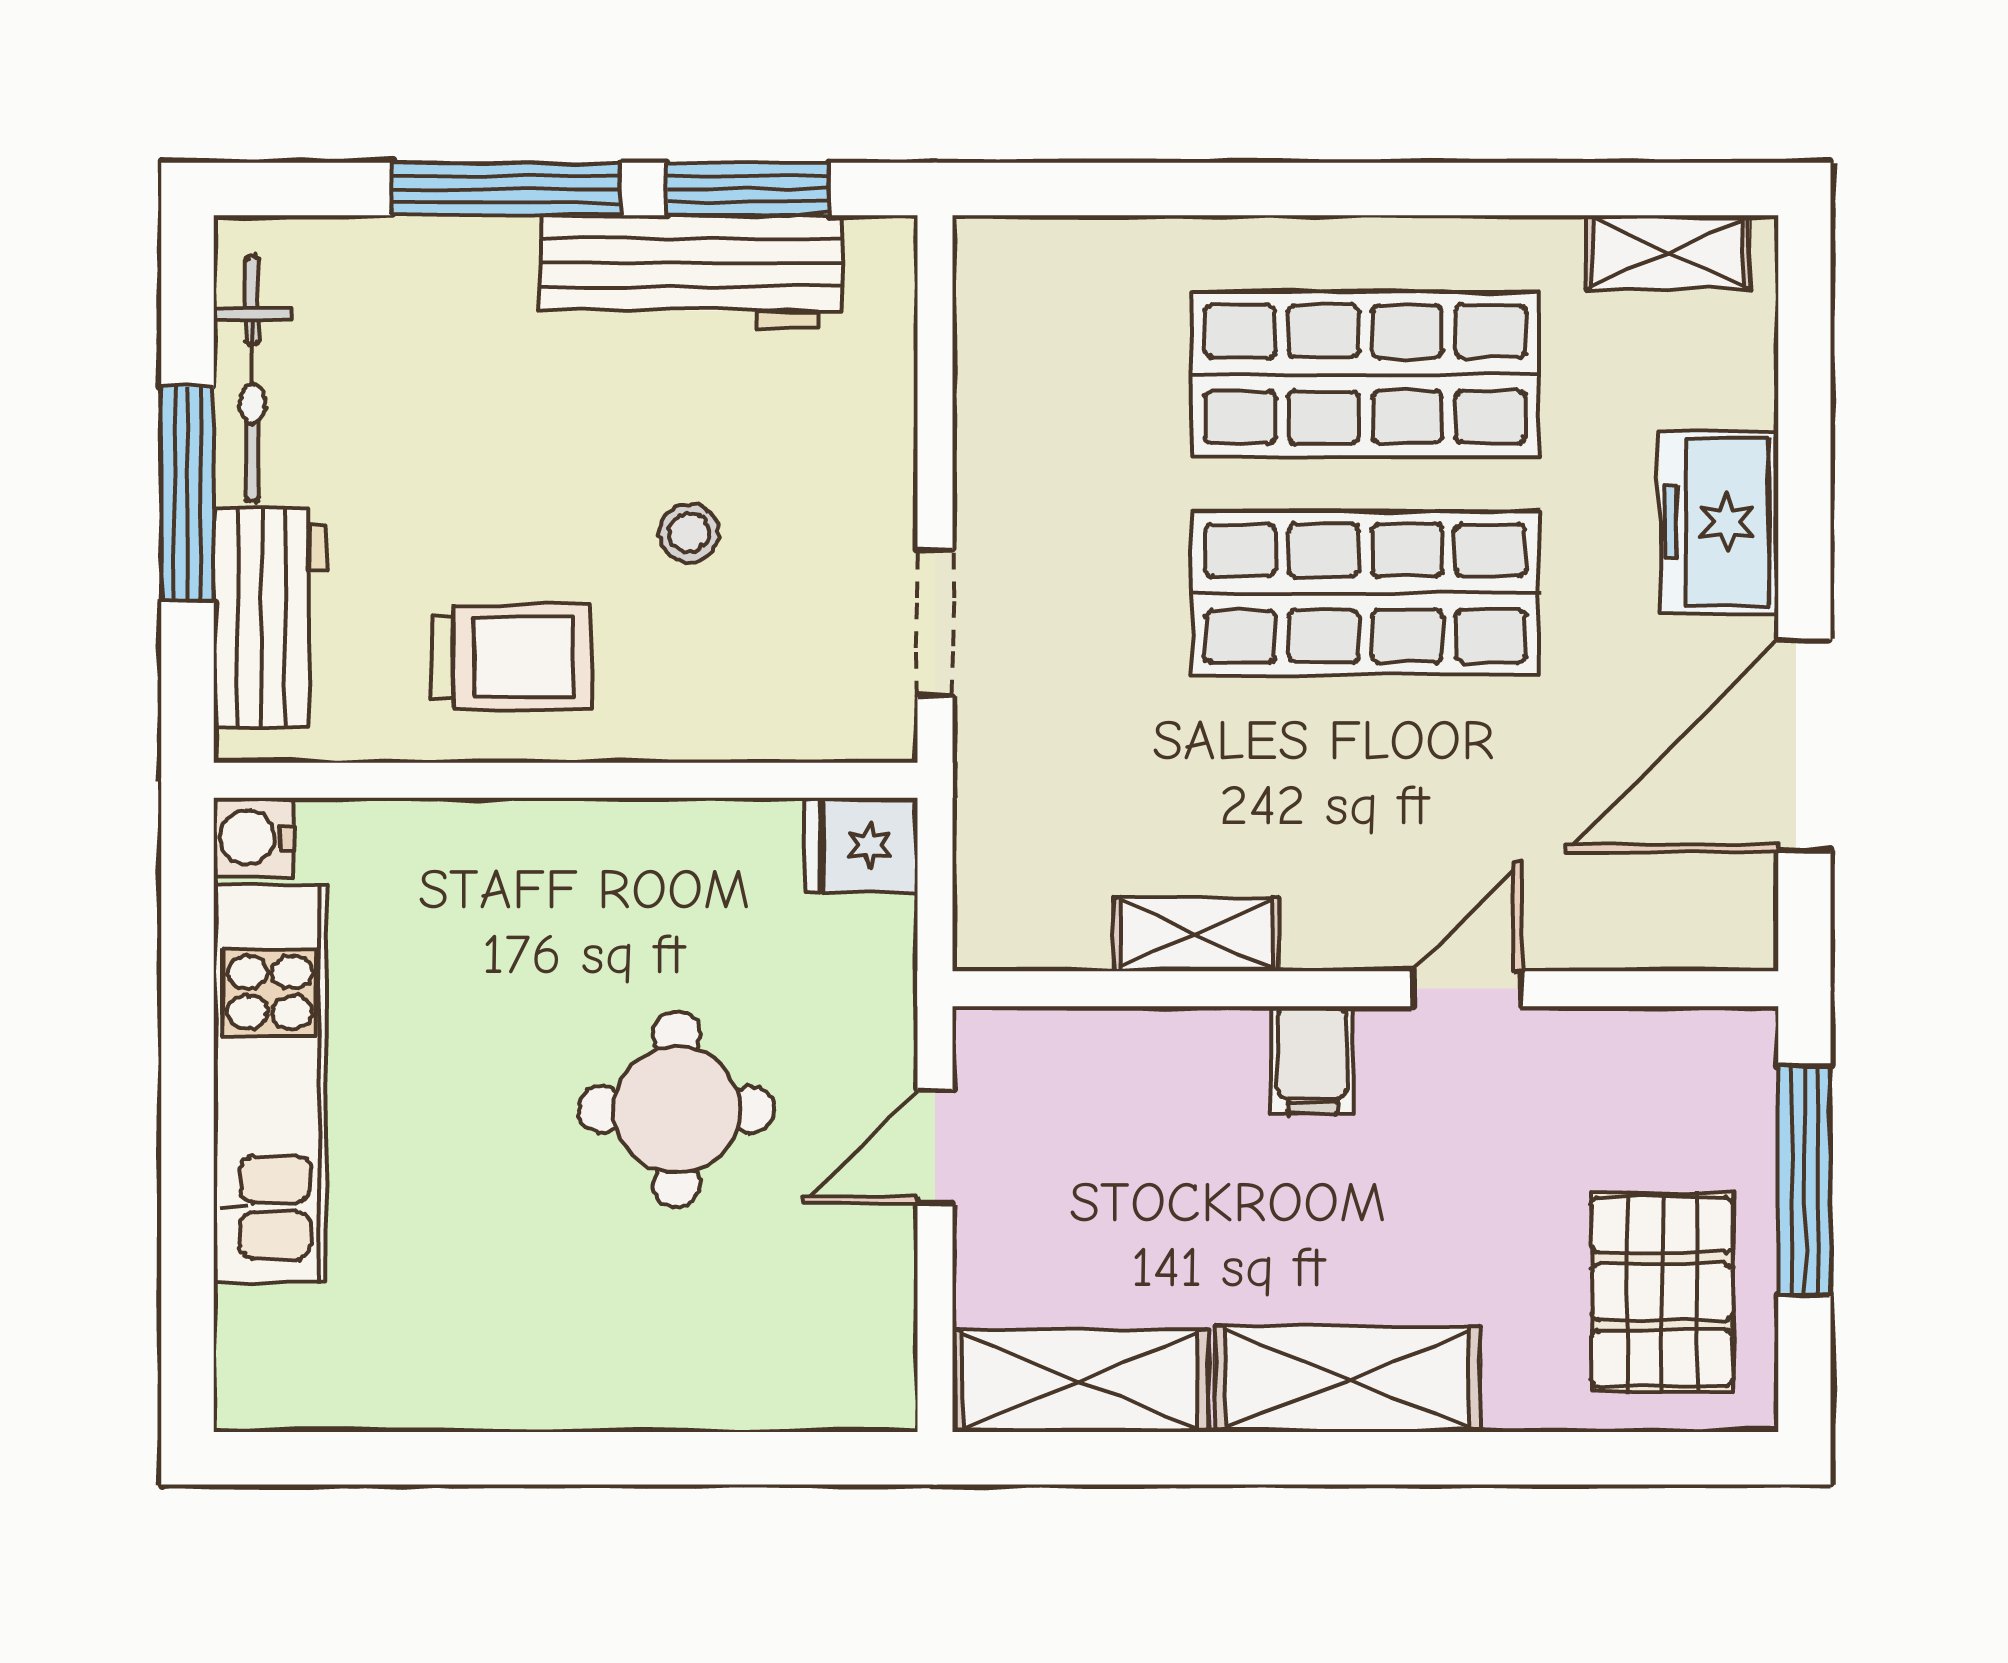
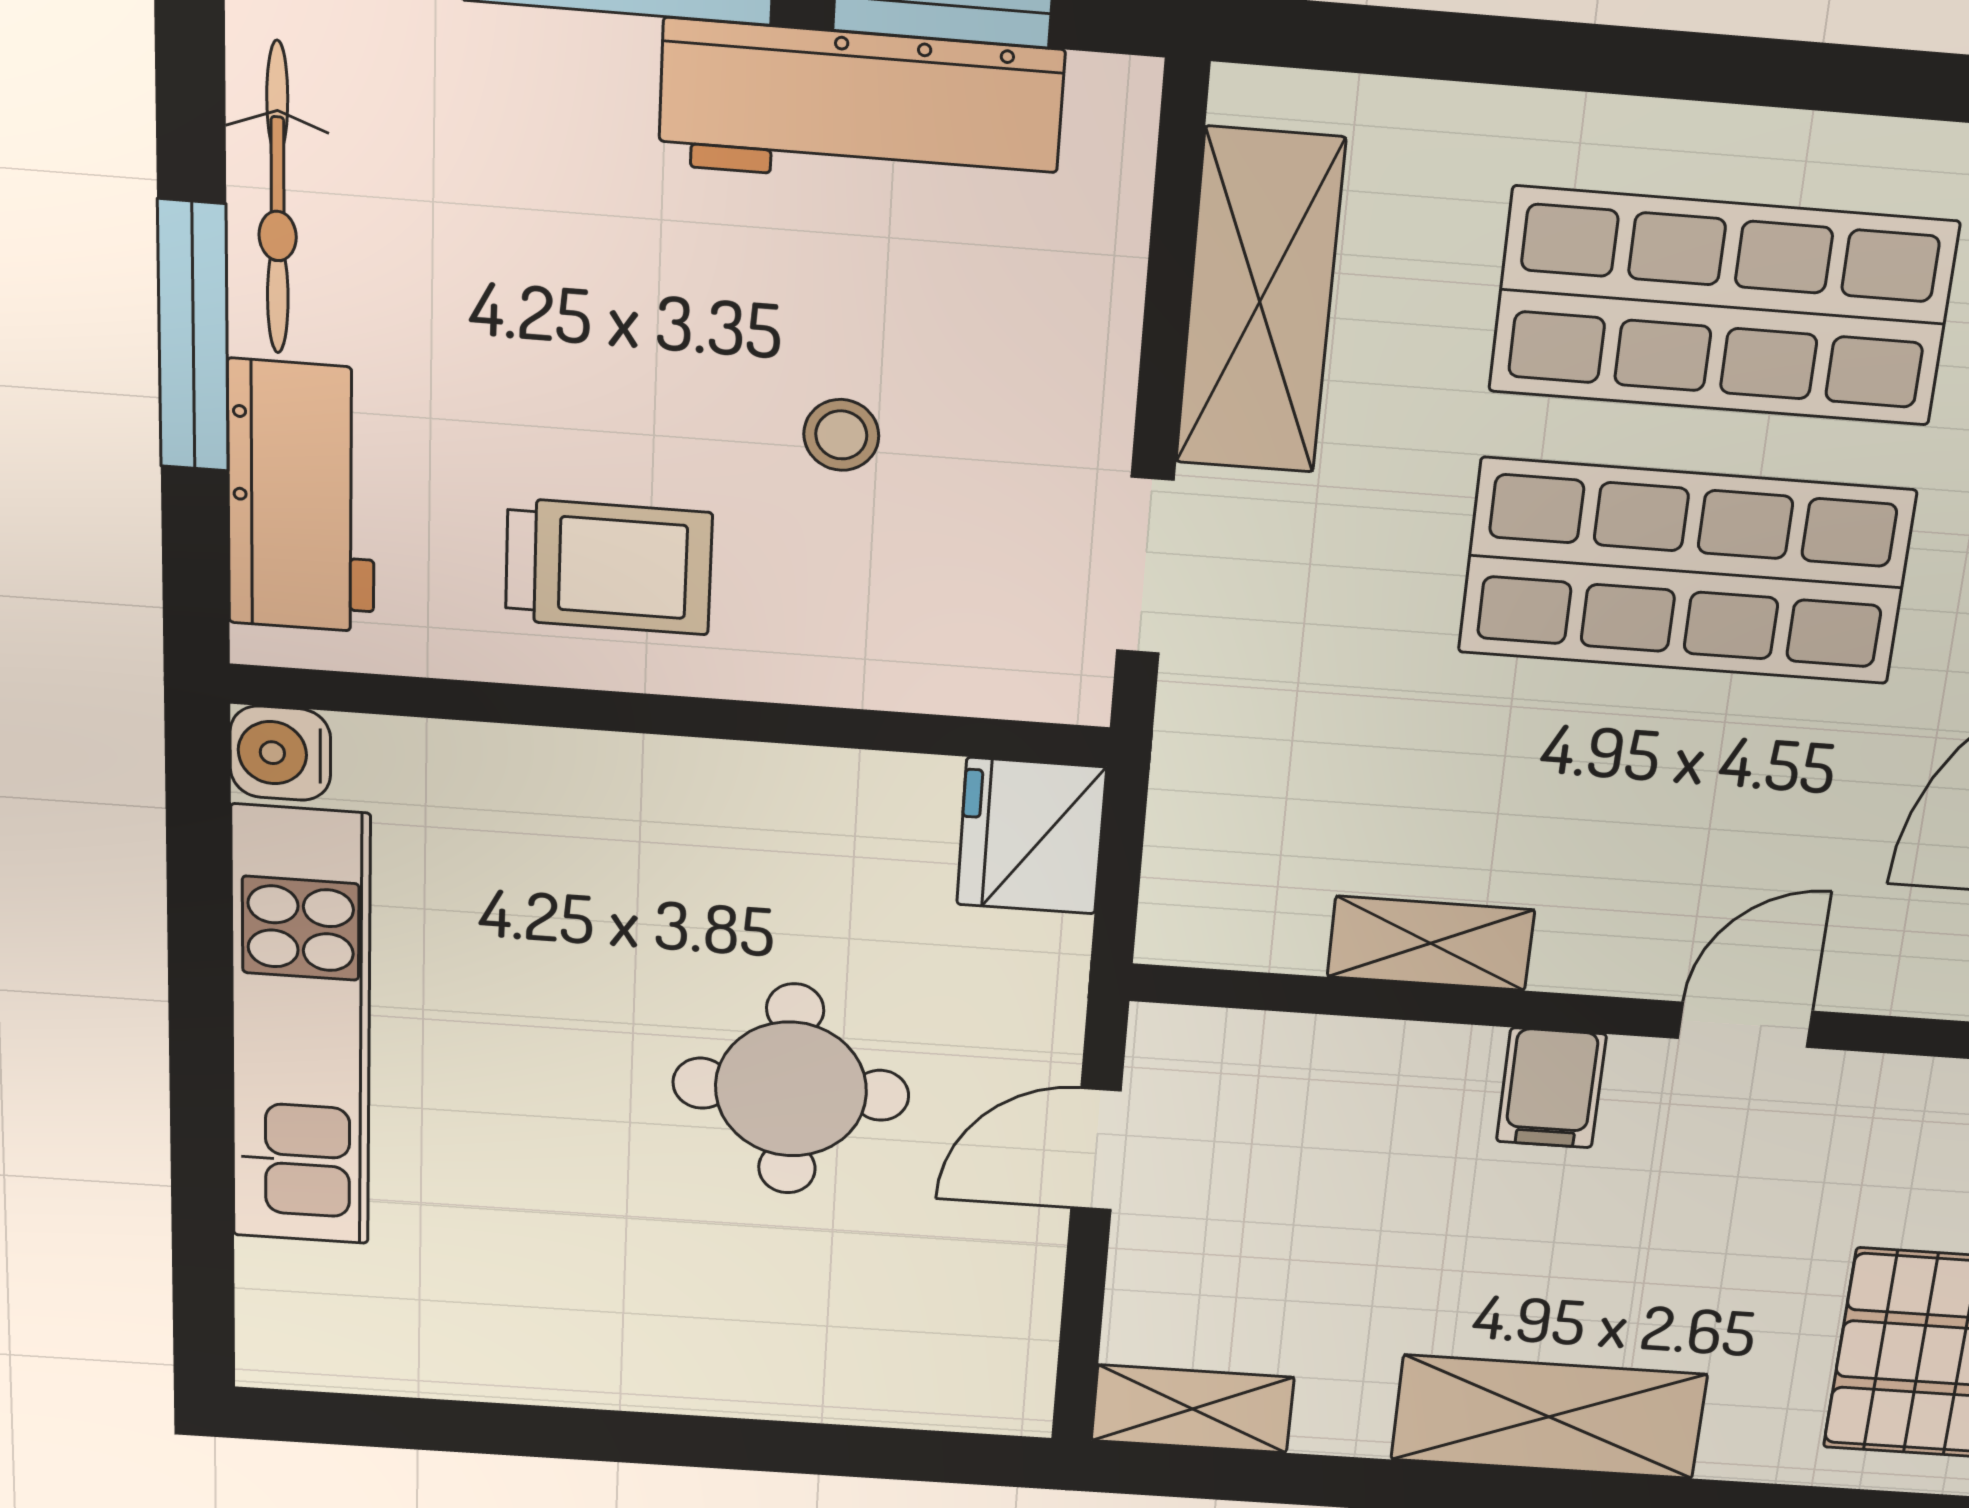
shelving: (1006, 399) -> (1260, 302), added
fridge: (861, 845) -> (1031, 836), width x1.38
shelving: (1080, 1381) -> (1193, 1409), width x0.67, depth x0.75

